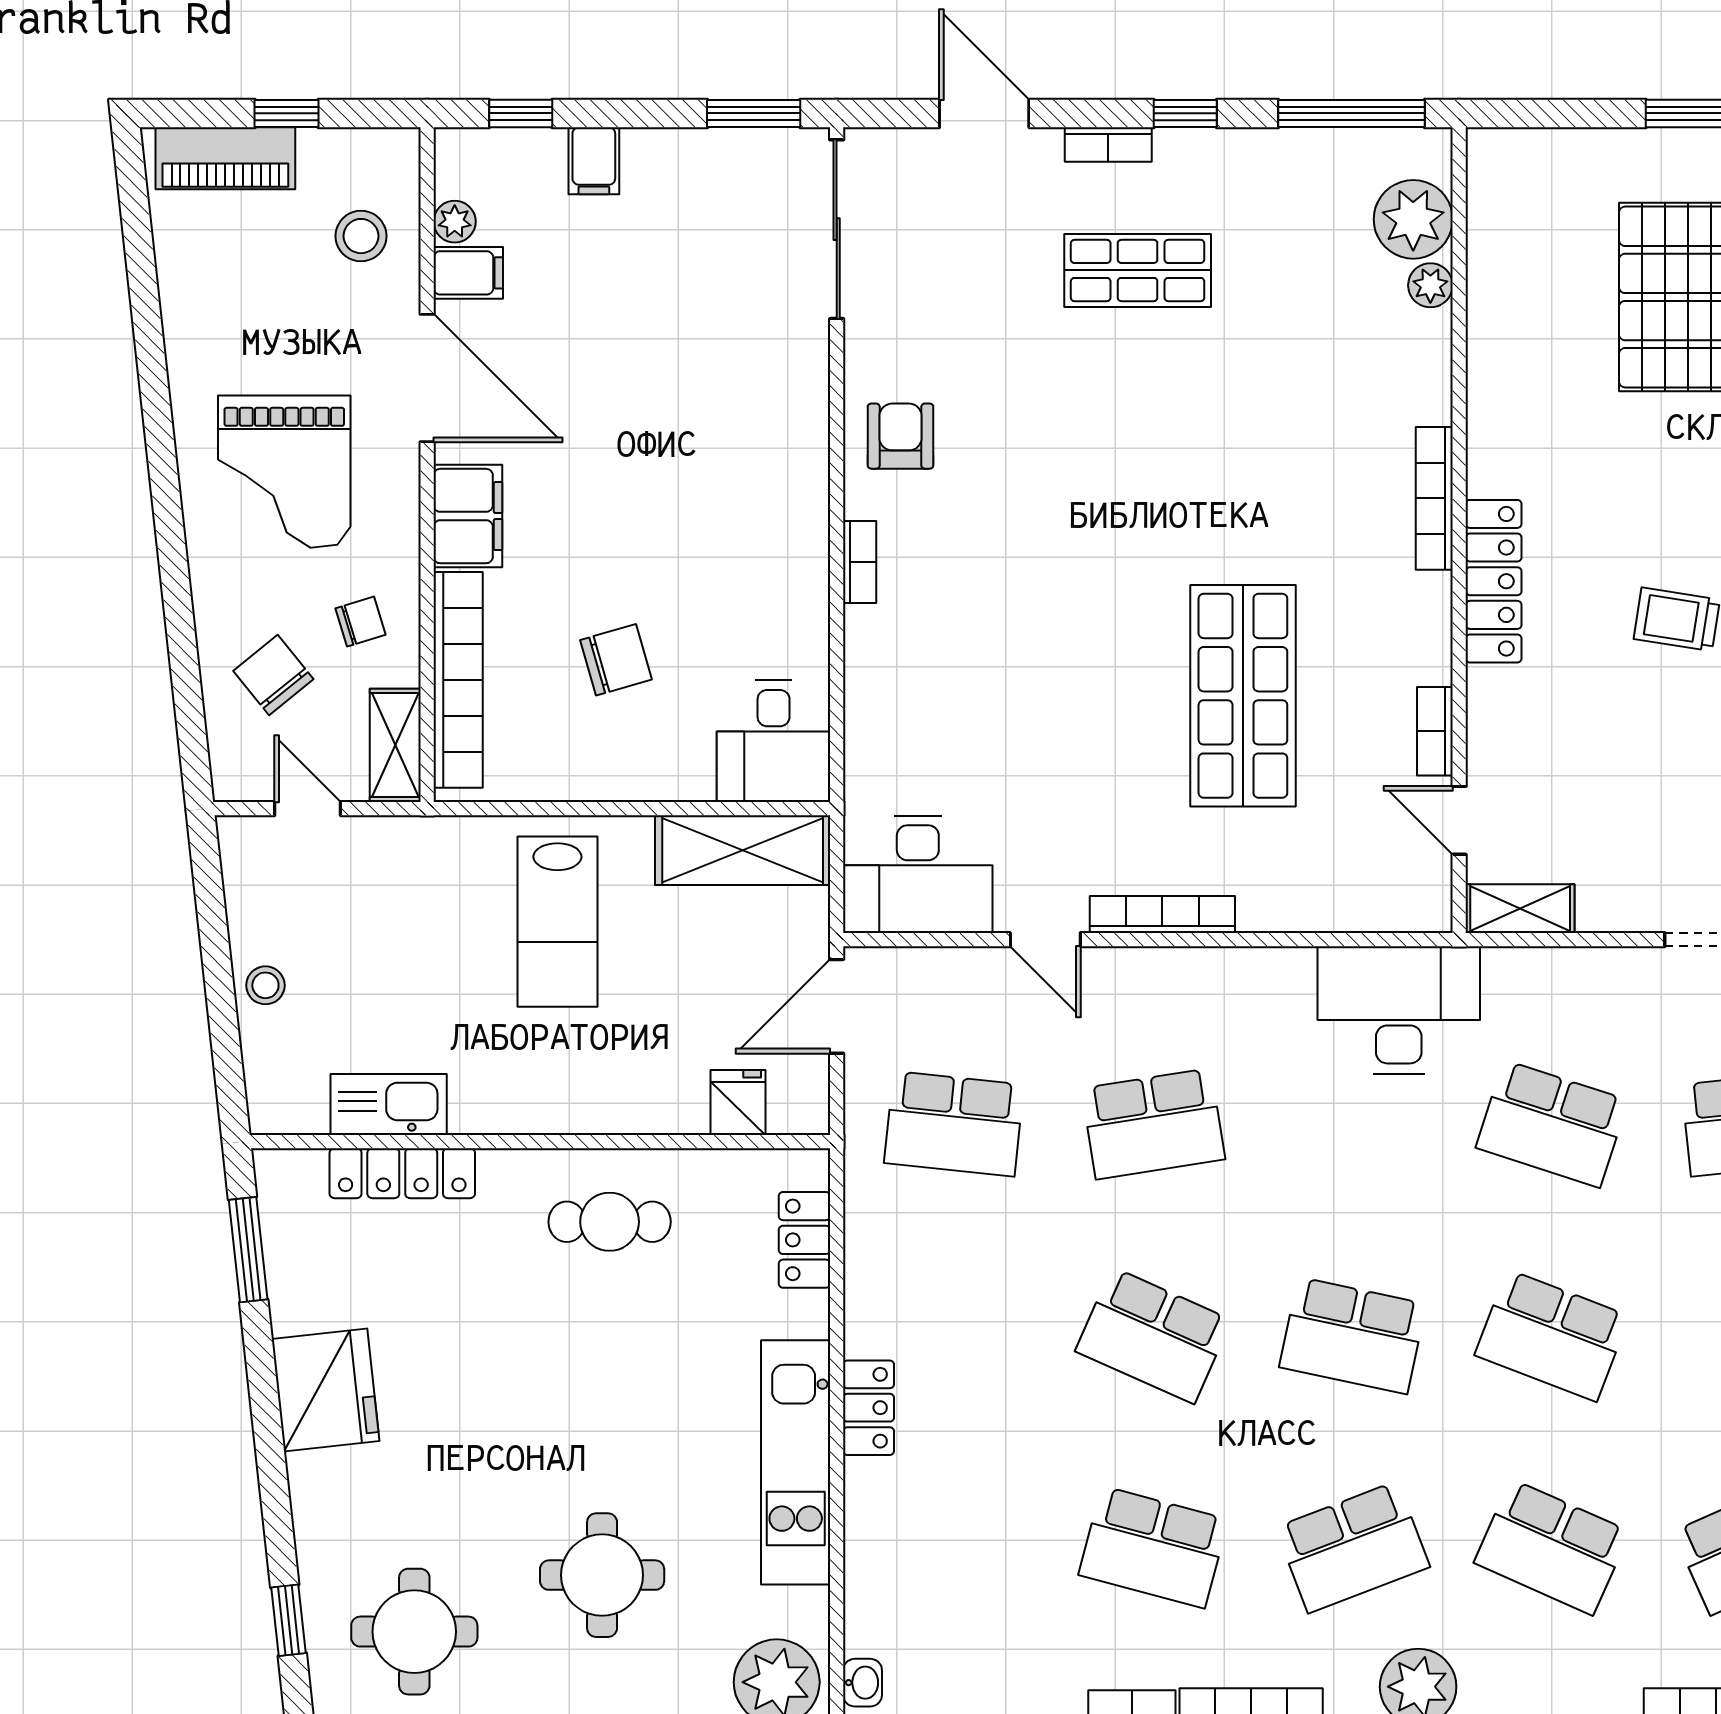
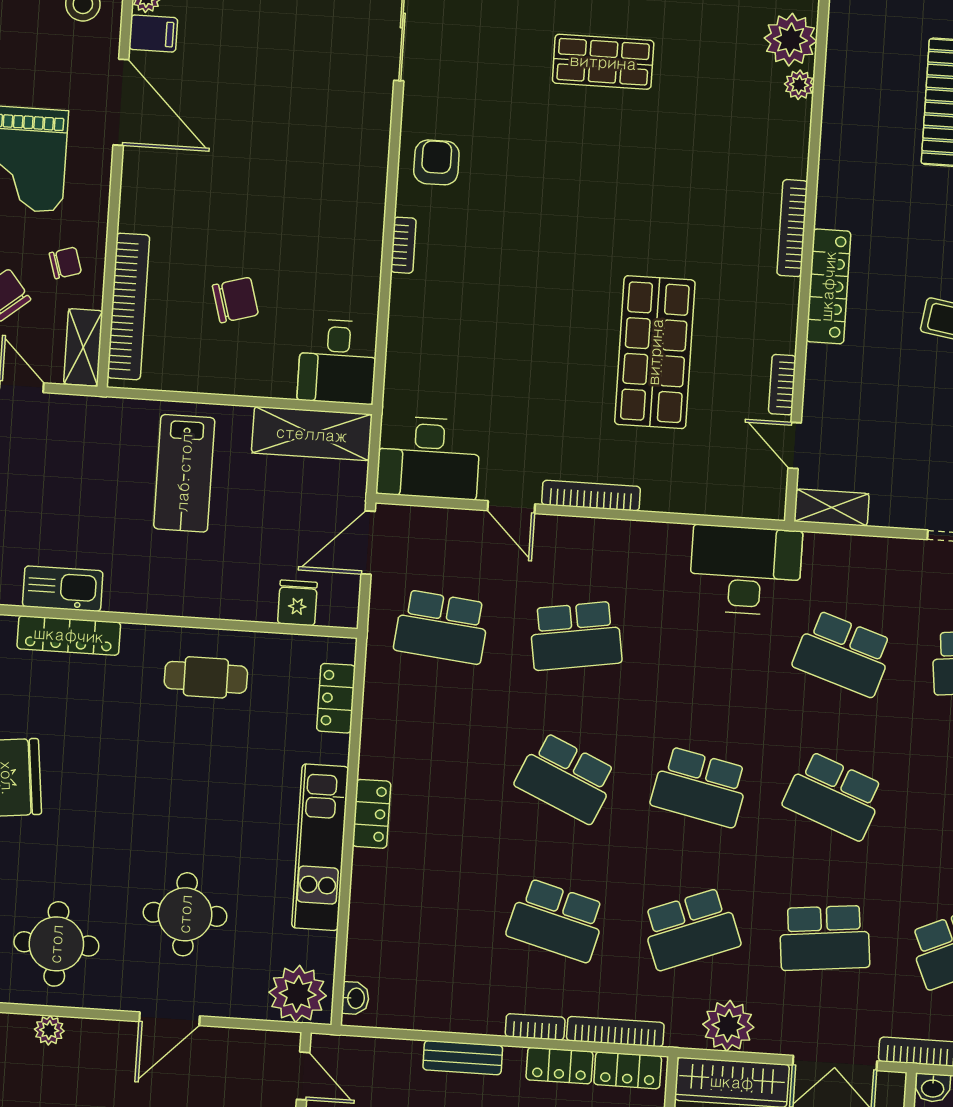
filing cabinet: (468, 516) -> (142, 197), removed
school desk: (1552, 1547) -> (825, 938), turned -30

